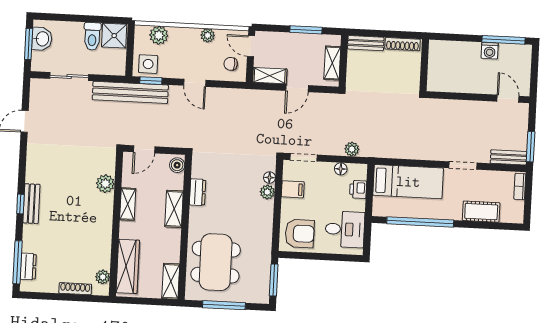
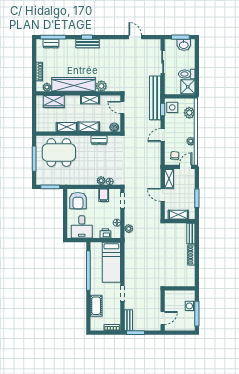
wall: (424, 65) -> (180, 288), moved
wardrobe: (100, 231) -> (74, 84), added
wardrobe: (128, 266) -> (54, 101), width x0.67
shelving: (171, 281) -> (67, 127), moved

